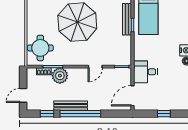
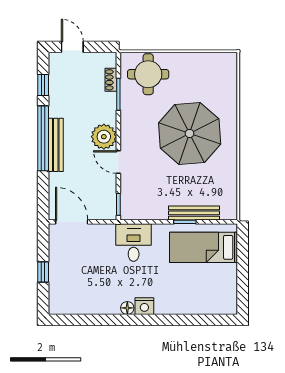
desk: (145, 72) -> (134, 242), moved
plant: (60, 76) -> (104, 137), moved
bench: (71, 106) -> (56, 145), moved

